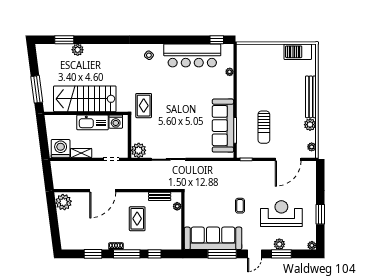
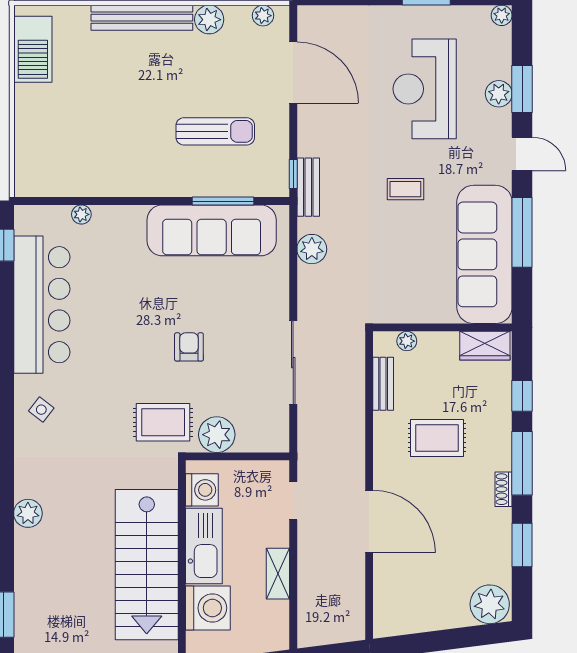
plant: (78, 50) -> (28, 513), moved
armchair: (175, 116) -> (189, 347), added
washing machine: (61, 149) -> (208, 608), moved, turned 180
plant: (139, 150) -> (217, 435), moved
bench: (241, 166) -> (308, 187), added
plant: (215, 167) -> (312, 249), added
plant: (64, 202) -> (490, 604), moved
wardrobe: (175, 239) -> (485, 346), added

